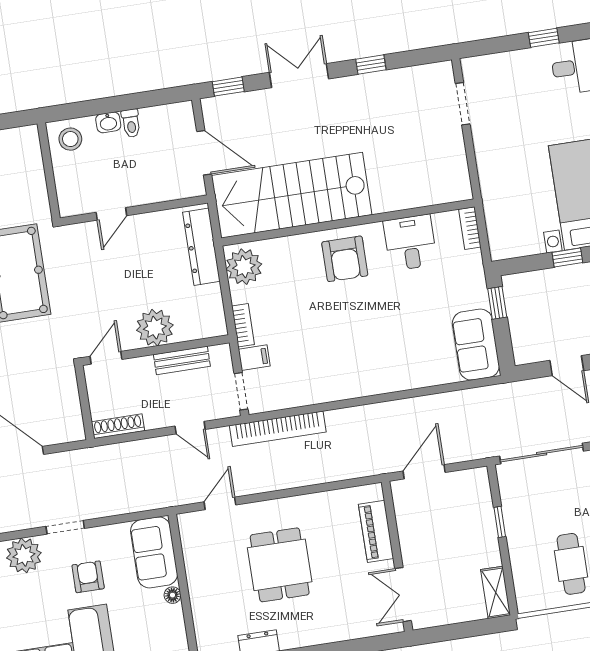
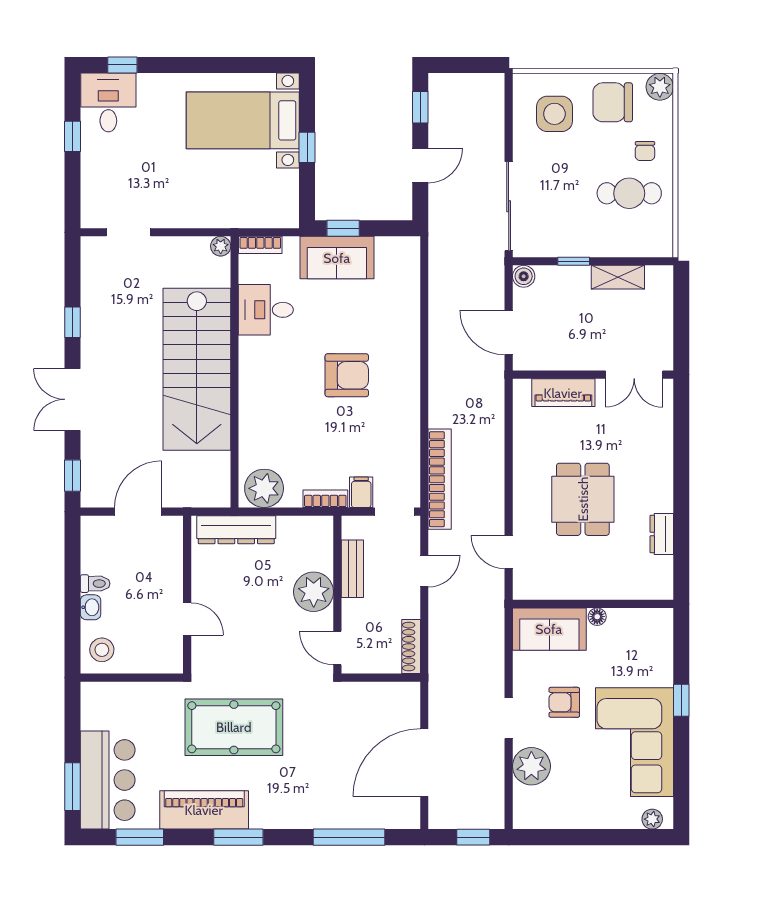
plant: (463, 191) -> (221, 246), added
stairs: (292, 195) -> (197, 369), moved
armchair: (345, 259) -> (347, 375), moved
sofa: (476, 345) -> (337, 258), moved
boiler: (479, 478) -> (524, 276), added
dining table: (280, 565) -> (583, 499), turned 90
shelving: (496, 592) -> (618, 277), moved

